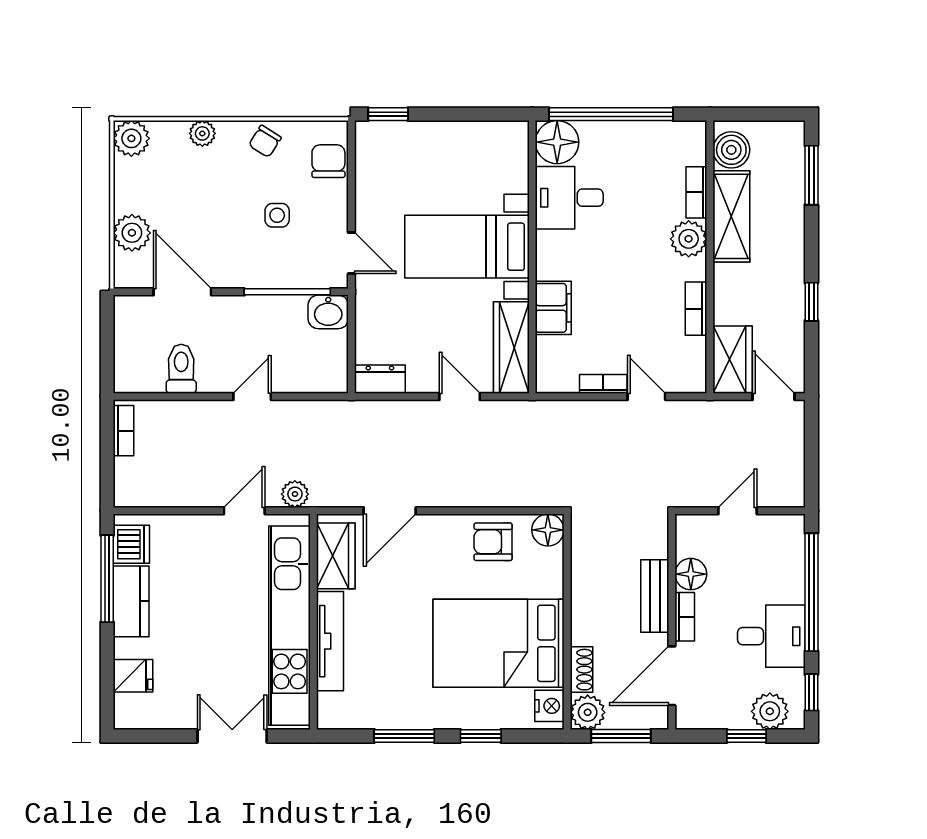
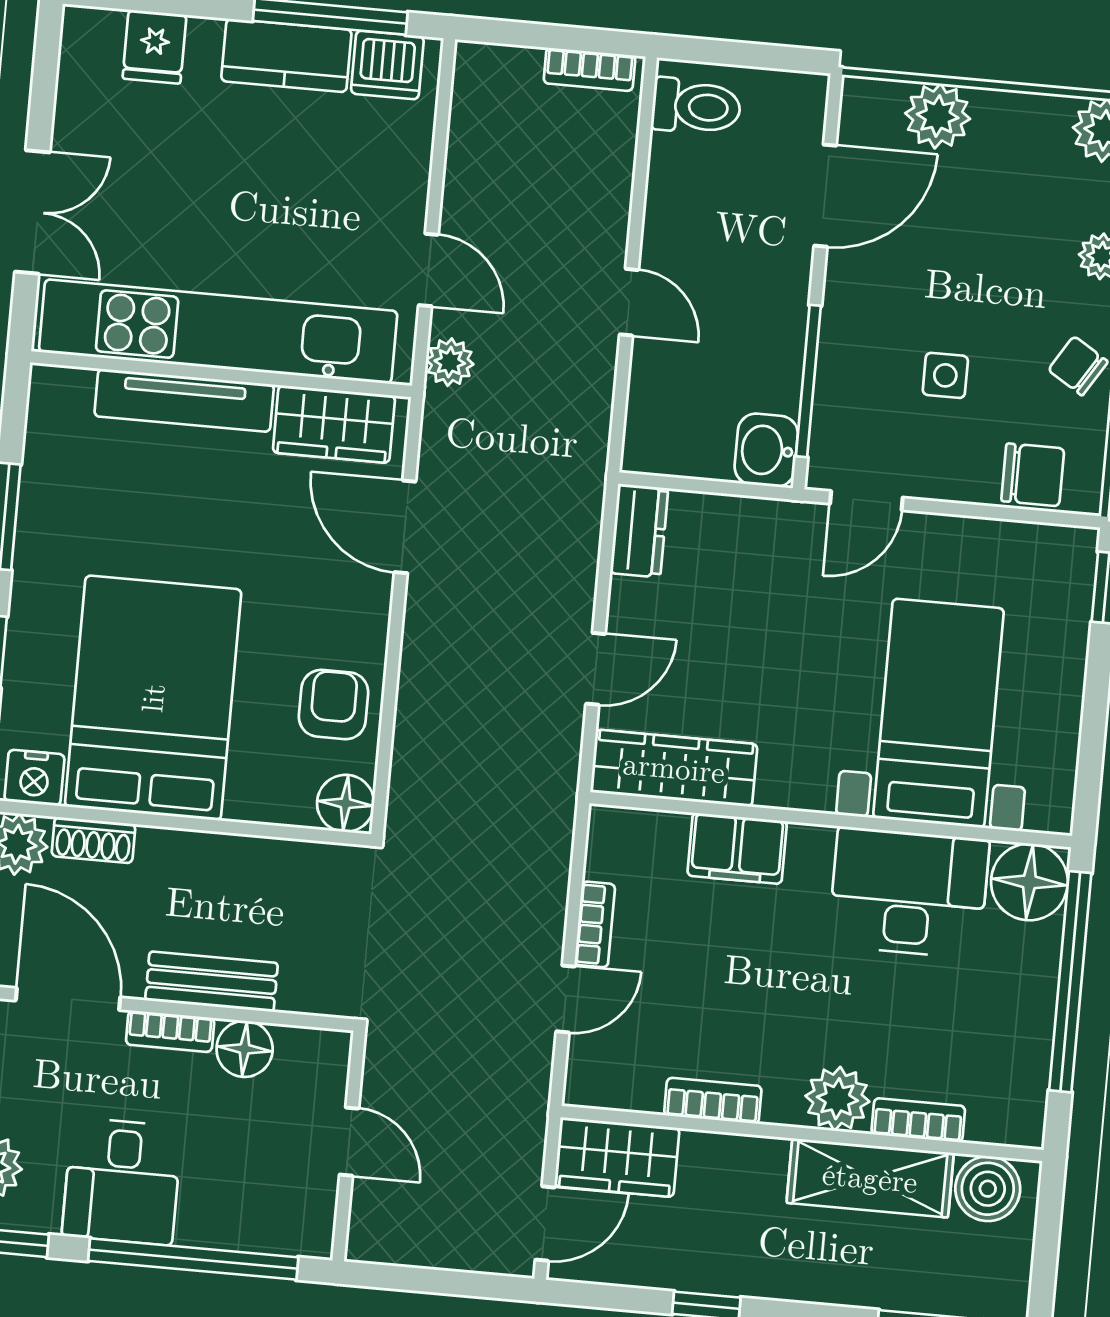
desk: (569, 198) -> (909, 893), width x1.37
bed with nightstands: (467, 247) -> (938, 713), moved
toilet: (181, 369) -> (696, 107), moved

